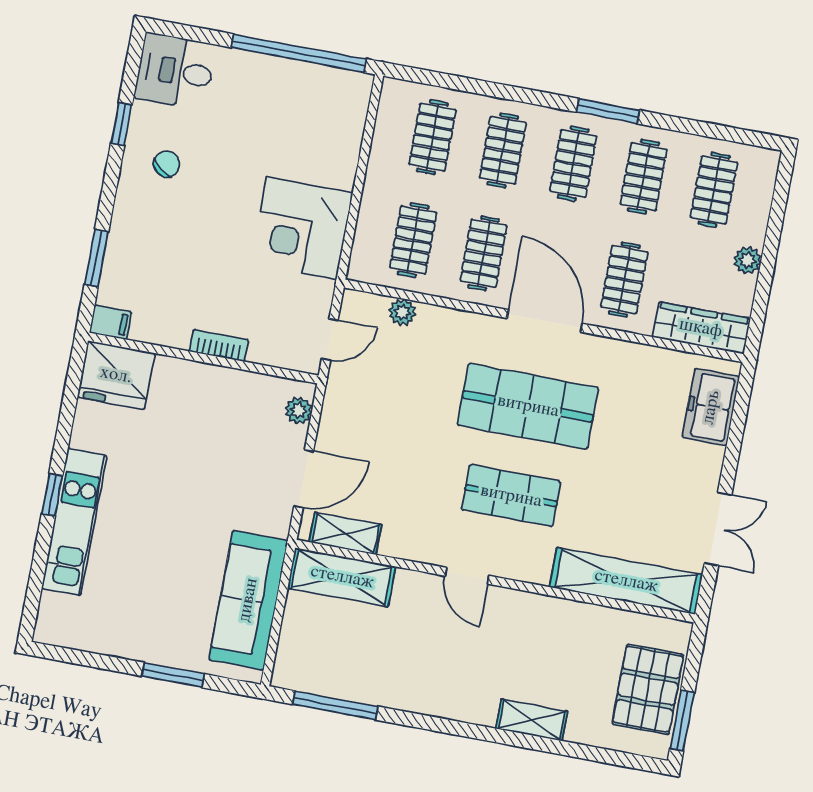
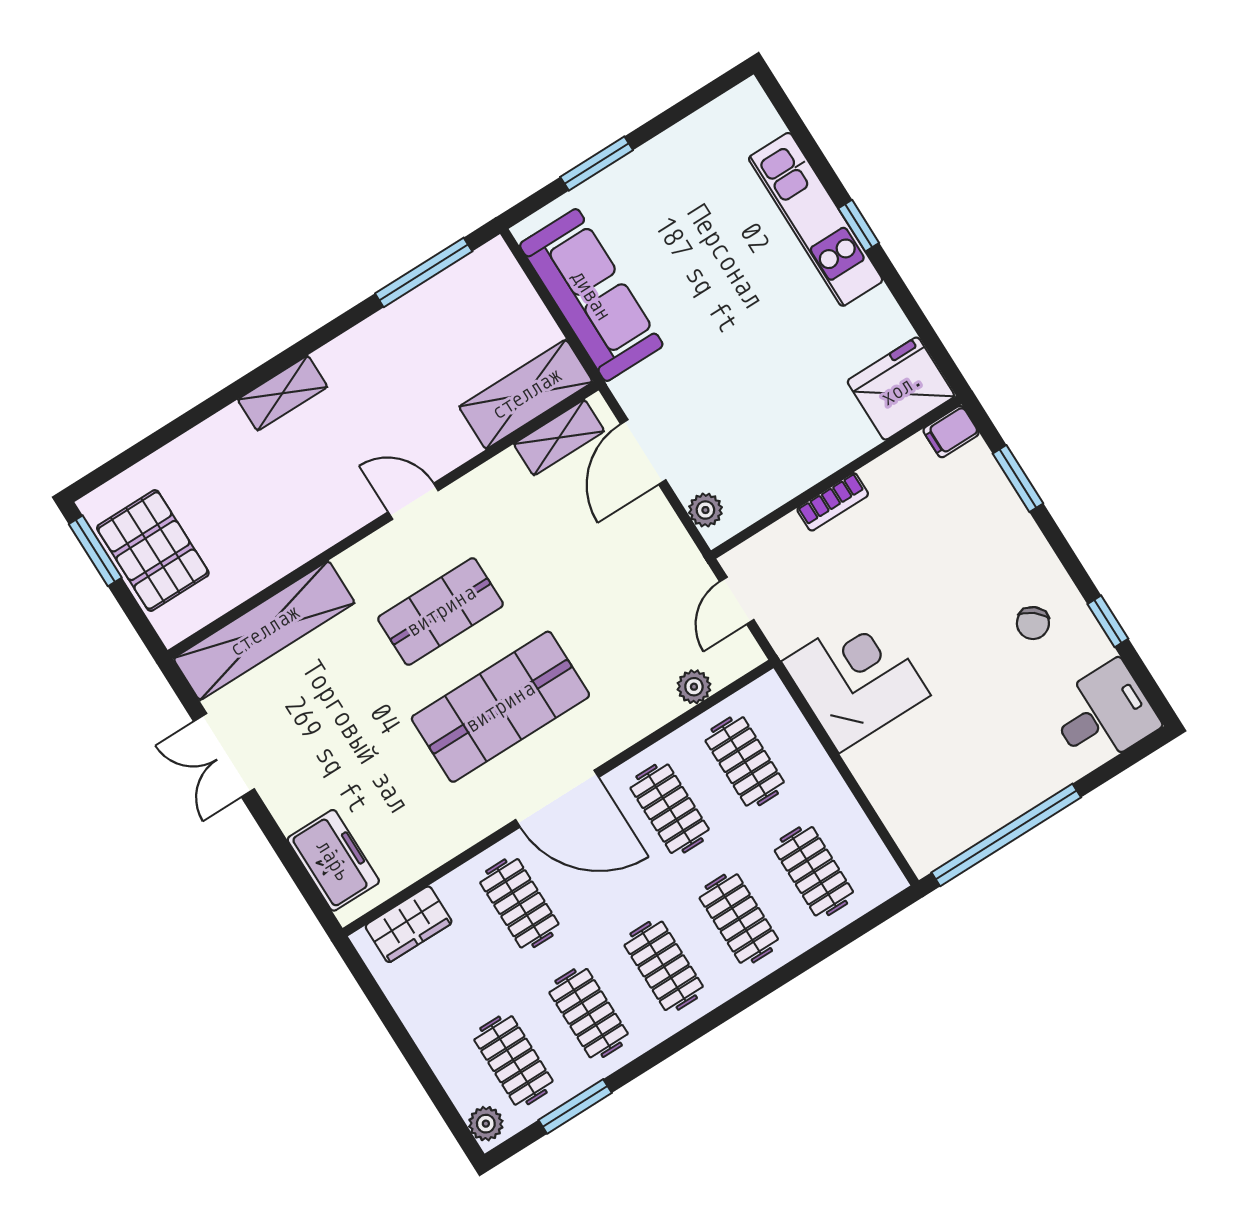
window: (608, 111) -> (575, 1106), moved
plant: (748, 260) -> (486, 1124), moved
wardrobe: (701, 328) -> (409, 924), width x0.67
shelving: (532, 720) -> (283, 393), moved

